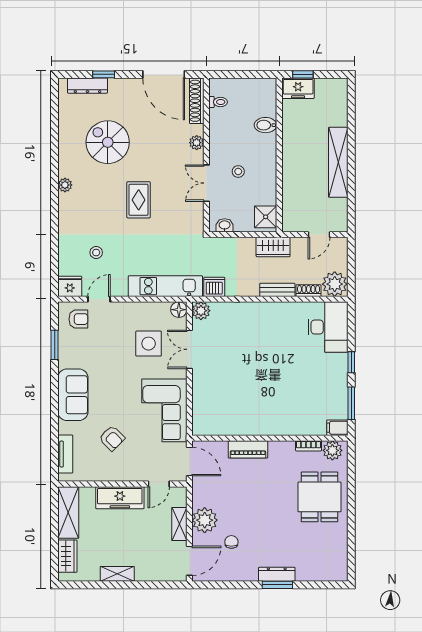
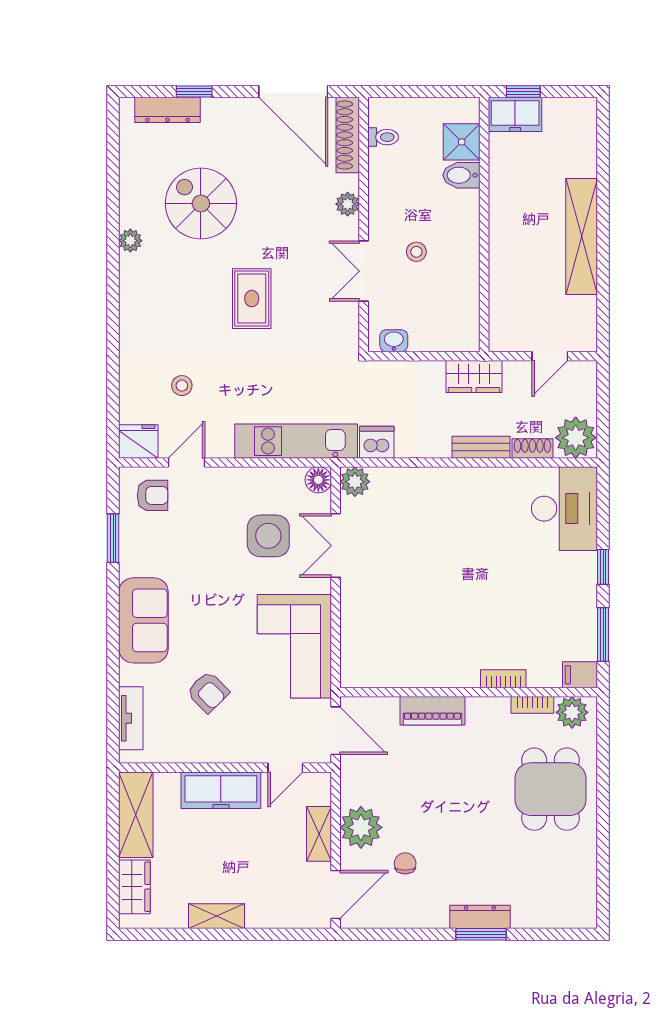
plant: (65, 185) -> (130, 241), moved
shower: (266, 217) -> (462, 142), moved
bookcase: (291, 430) -> (503, 679), added

